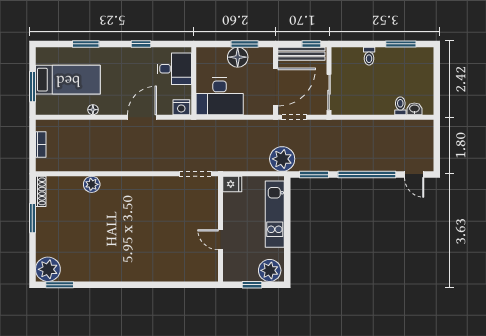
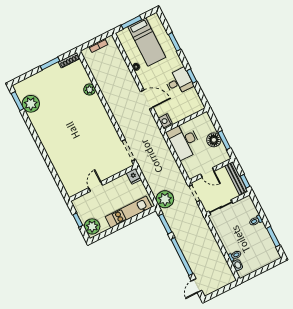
desk: (174, 69) -> (179, 82), moved, turned -90
door: (276, 87) -> (207, 173), width x0.53
plant: (48, 269) -> (31, 104), moved

